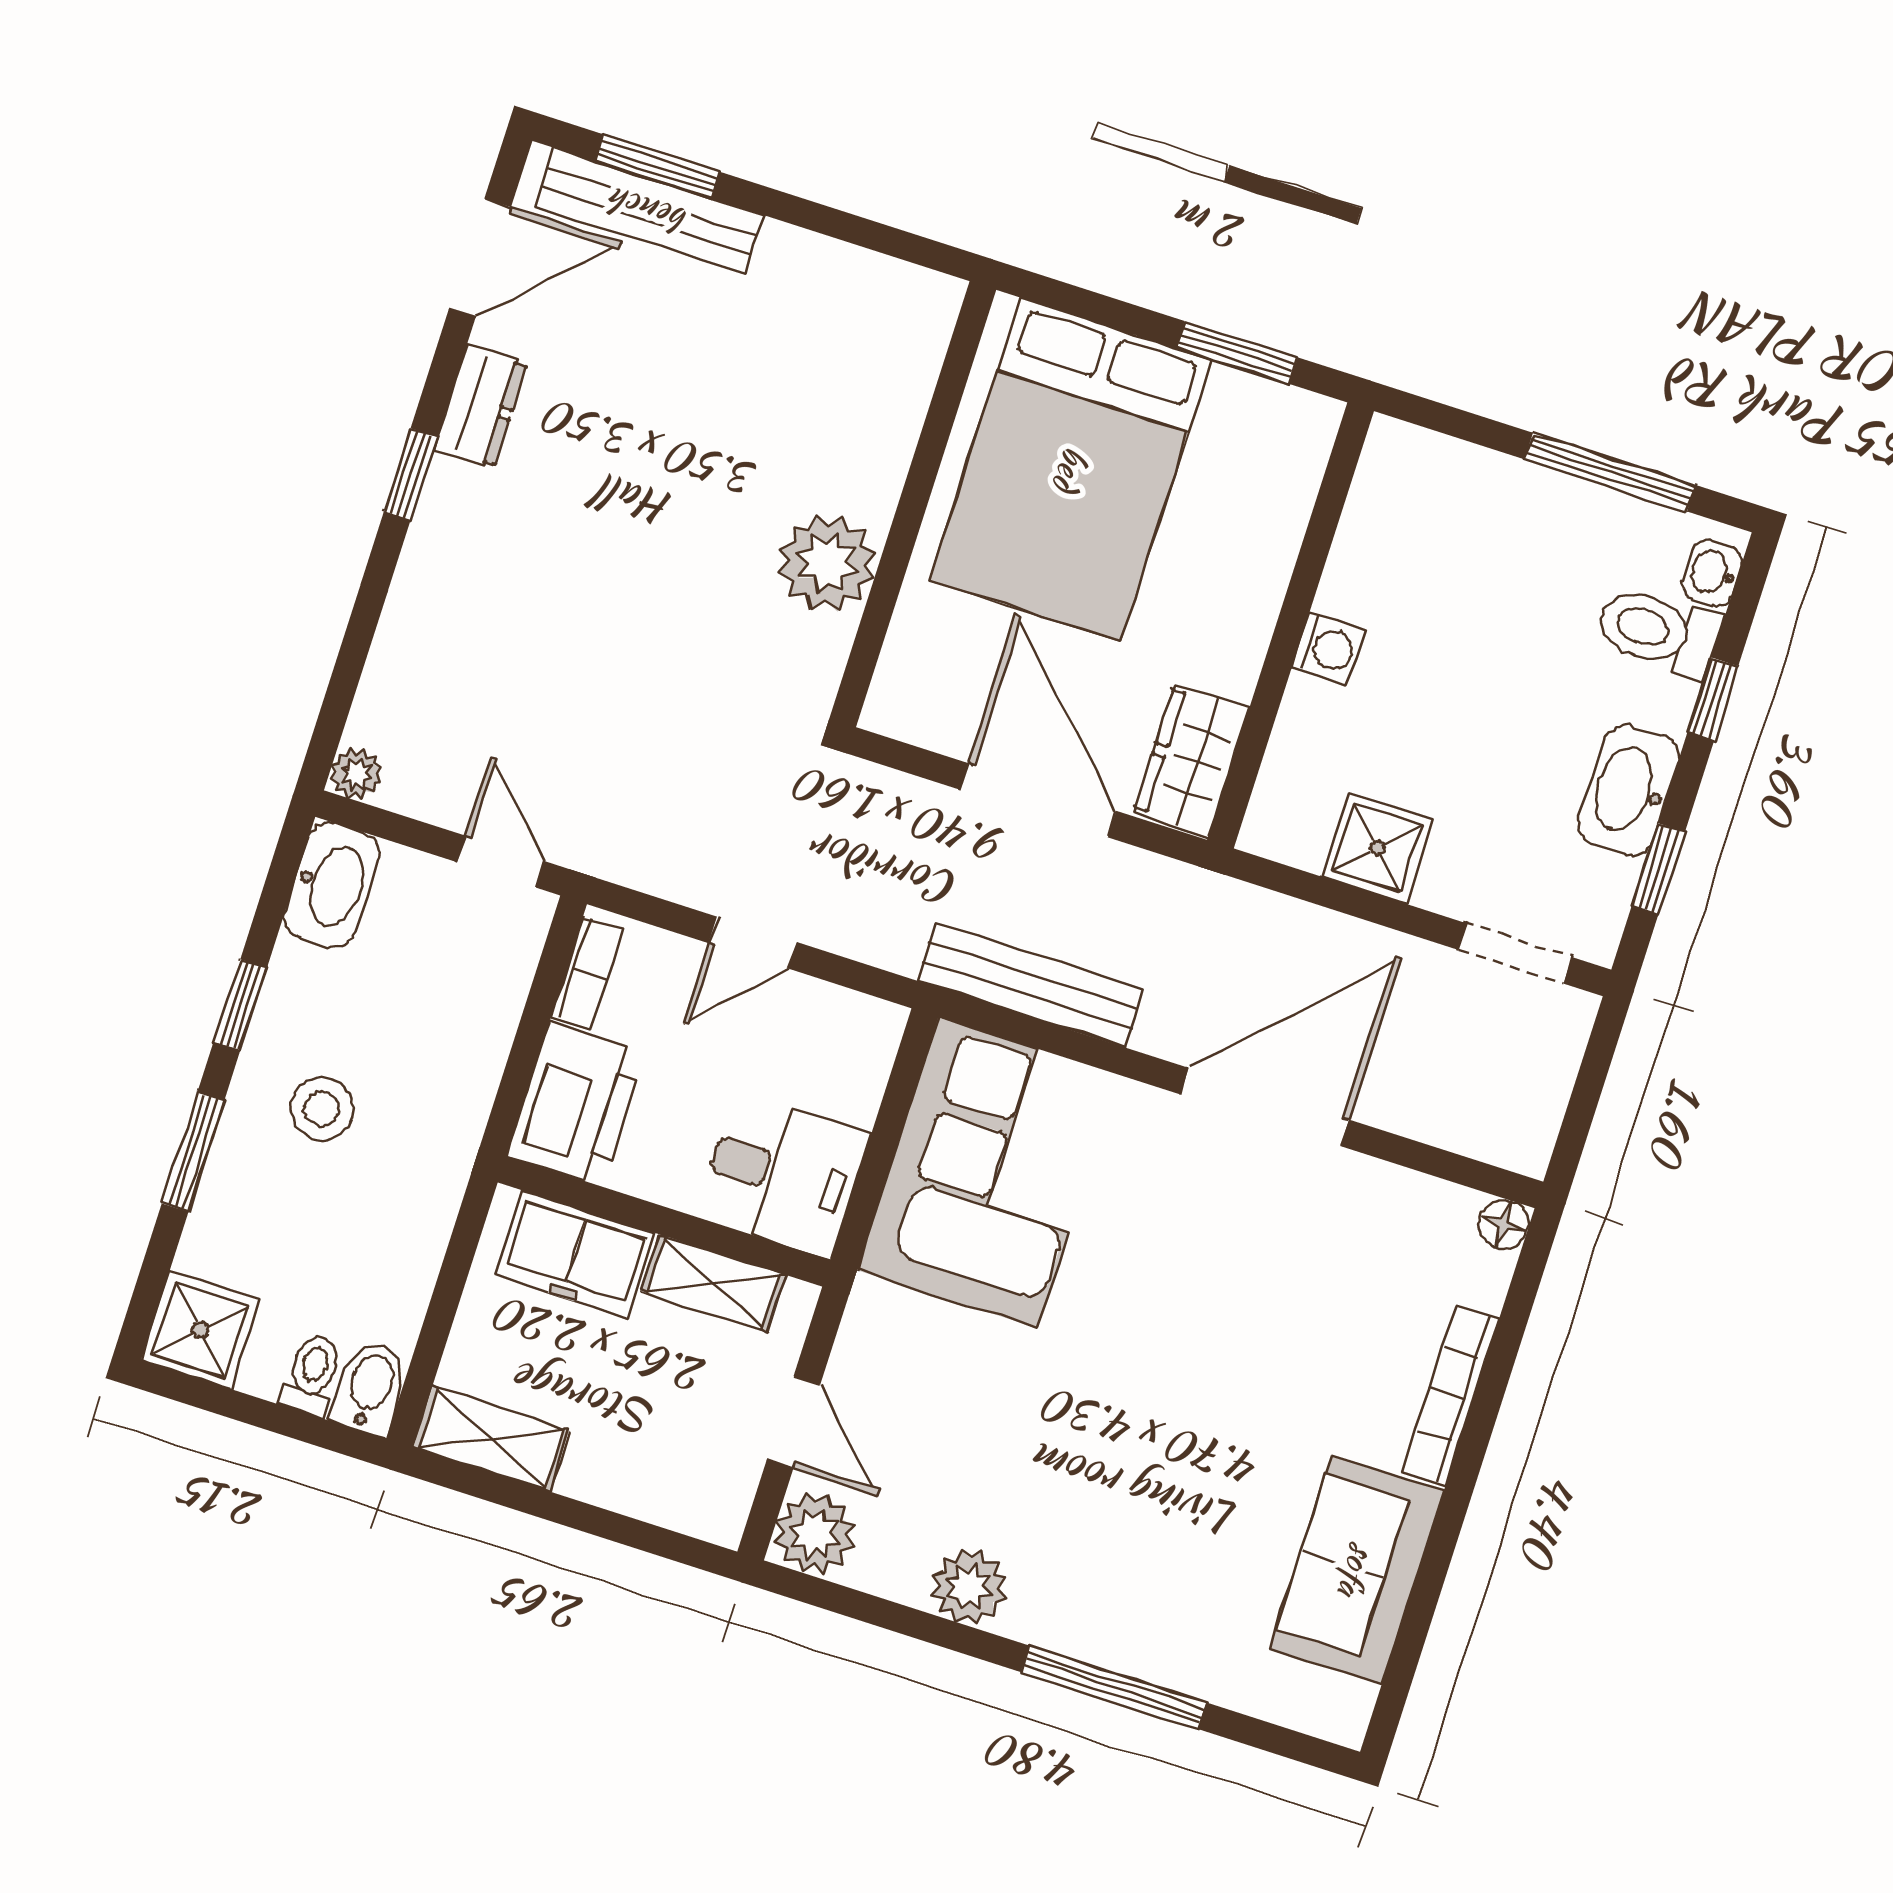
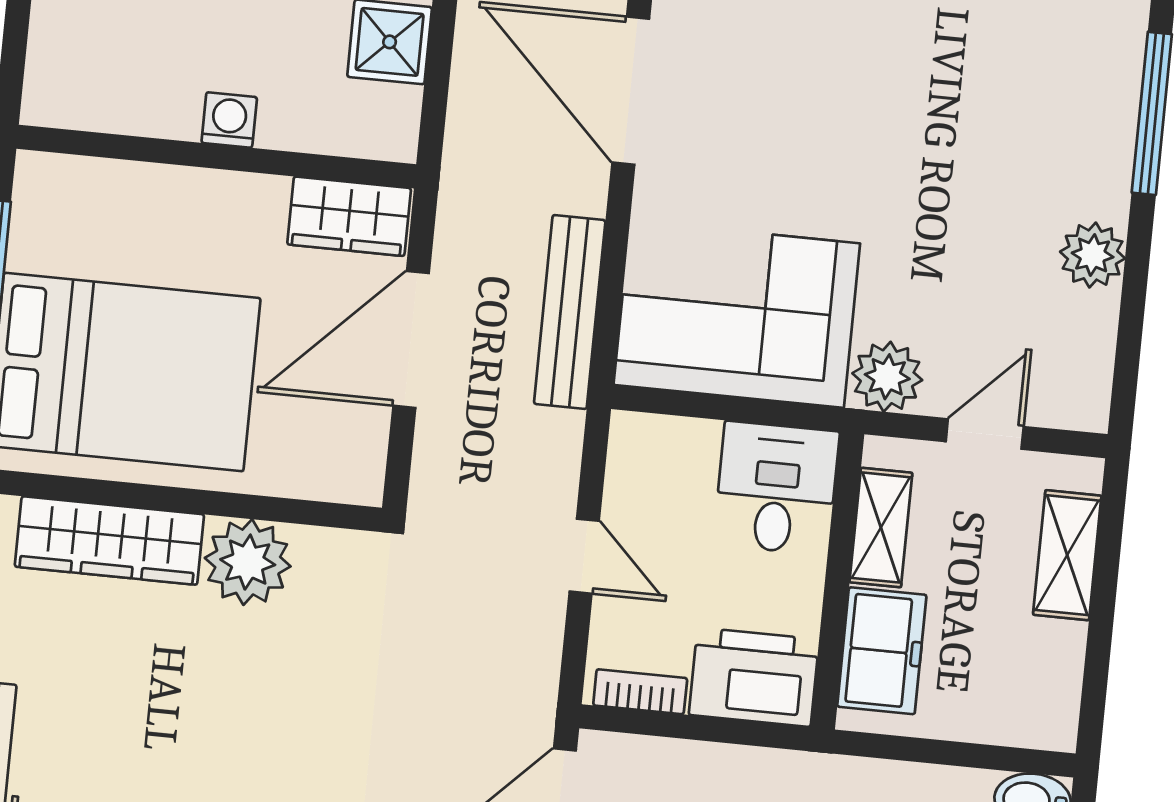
wardrobe: (885, 413) -> (109, 541), added
shelving: (491, 1439) -> (1067, 555), moved
plant: (815, 1534) -> (887, 377), moved

